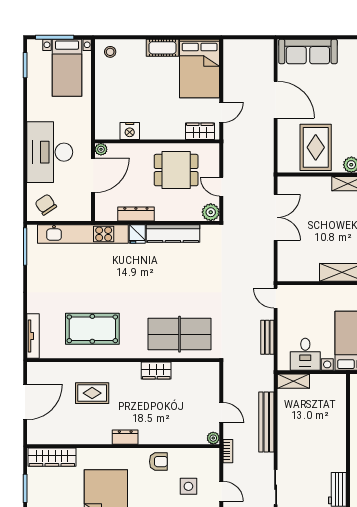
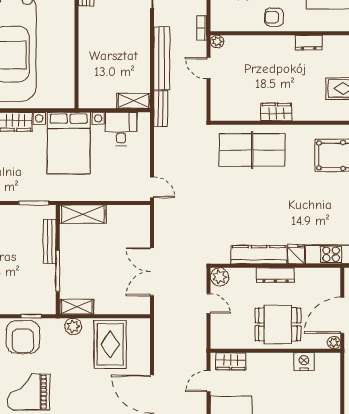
dining table: (176, 170) -> (278, 324), moved
dresser: (136, 214) -> (275, 275), moved
bench: (267, 337) -> (161, 109), moved

